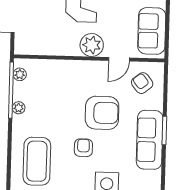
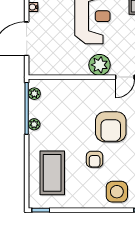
armchair: (102, 113) -> (111, 127), turned 90
armchair: (83, 148) -> (95, 159), turned 180

